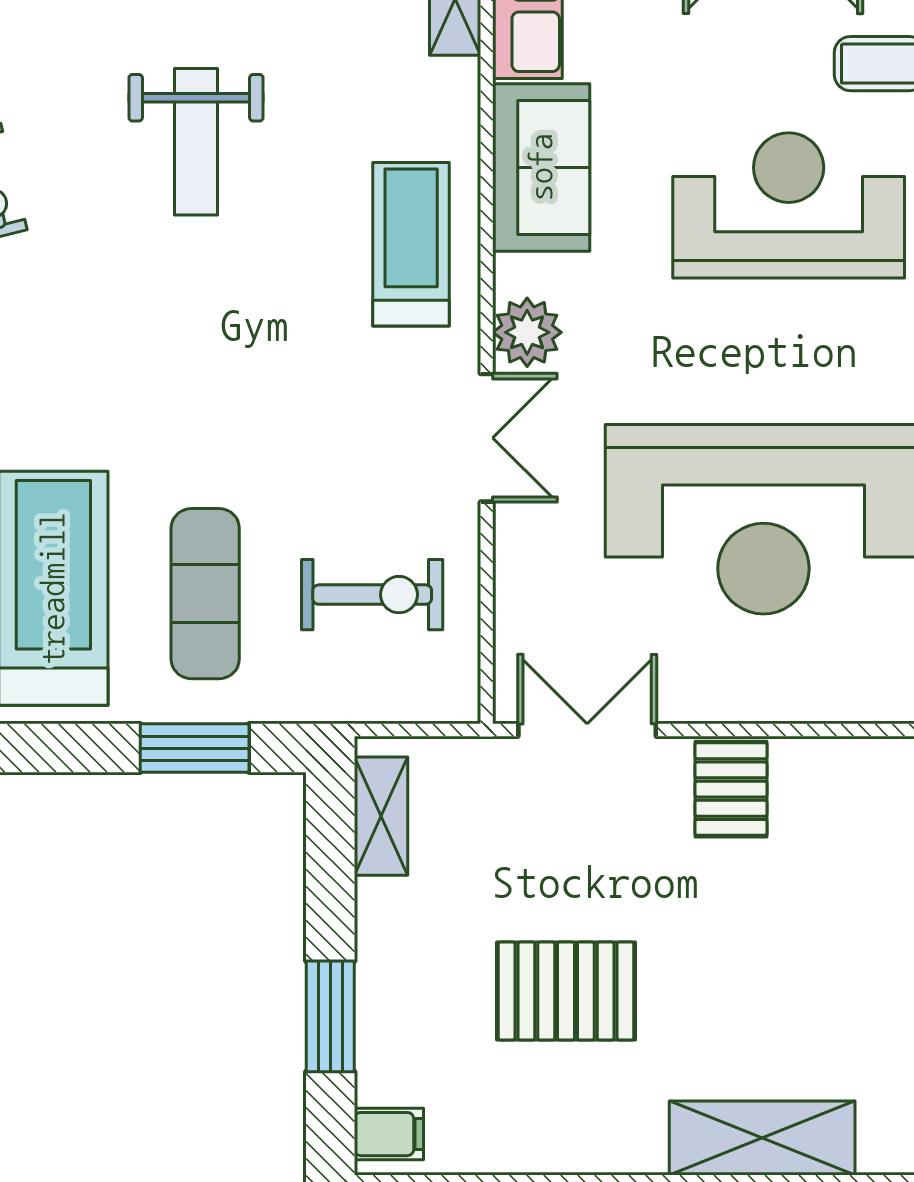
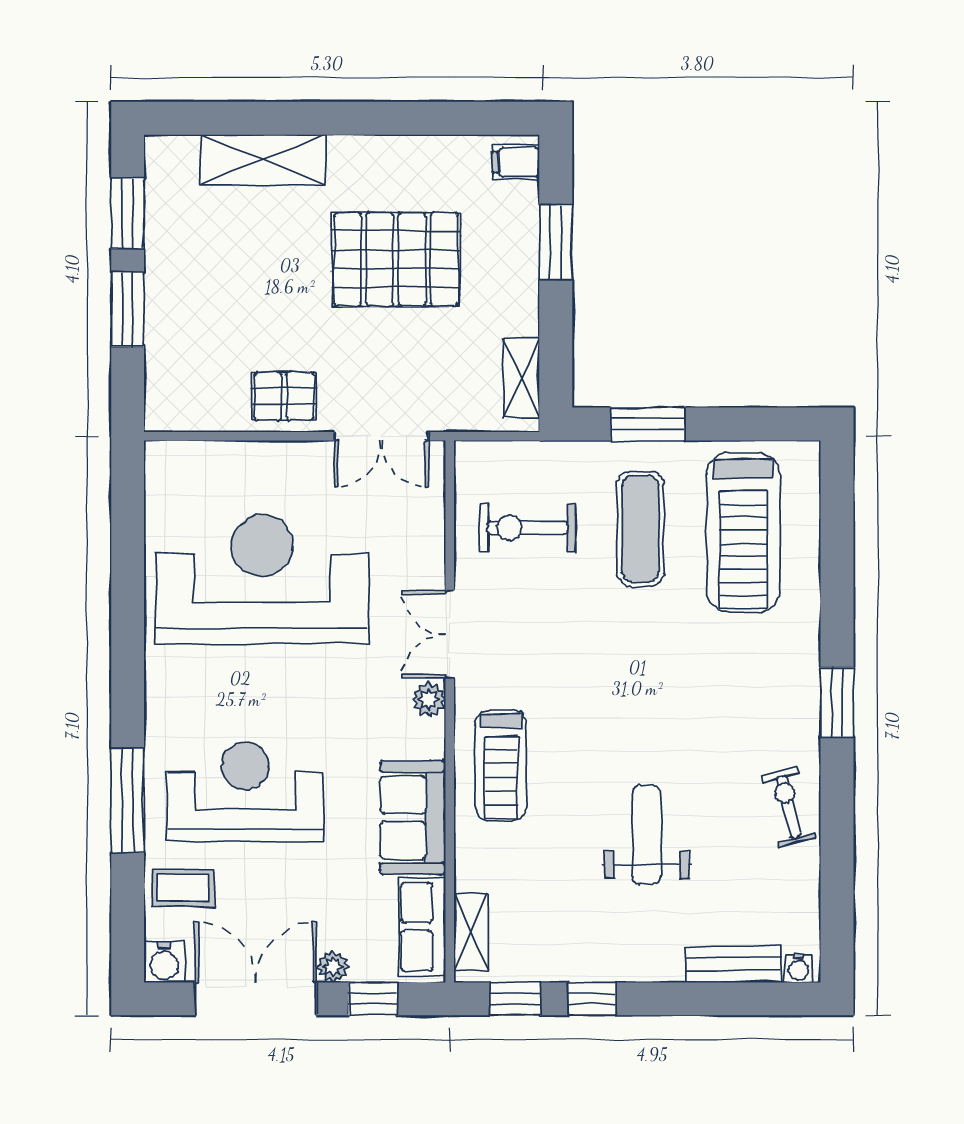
reception desk: (789, 205) -> (245, 792), turned 180
plant: (527, 332) -> (429, 699), width x0.73, depth x0.73
pallet: (731, 789) -> (284, 396), turned 90
pallet: (566, 991) -> (396, 259), width x1.37, depth x1.41

